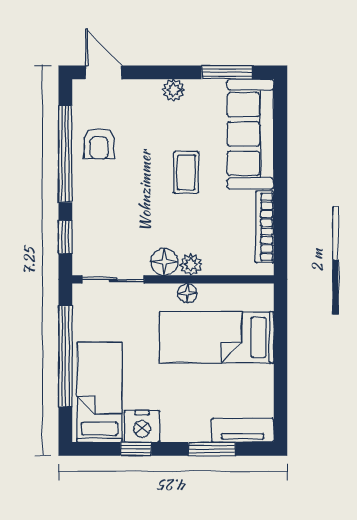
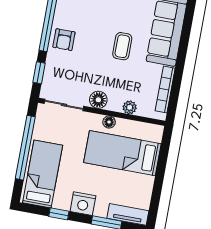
armchair: (99, 144) -> (64, 40), moved
plant: (191, 265) -> (130, 107), moved
nightstand: (142, 426) -> (83, 204), moved

